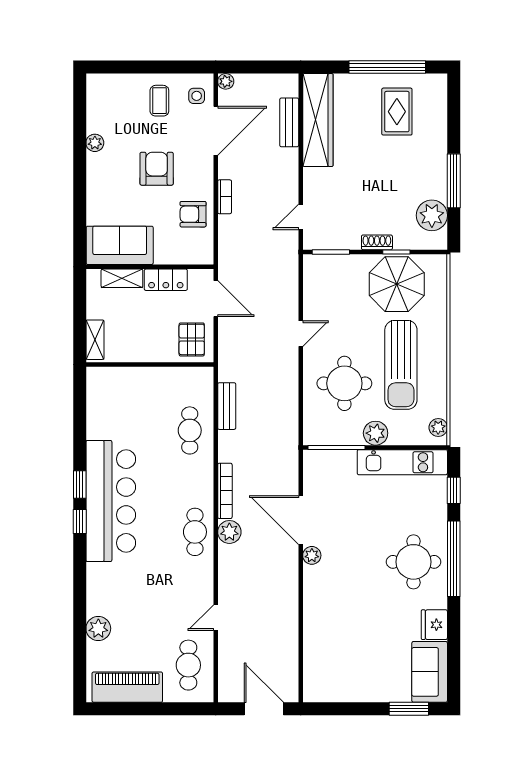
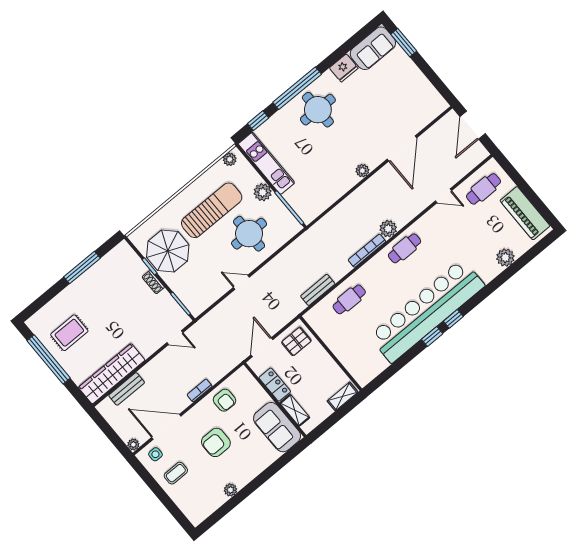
plant: (432, 215) -> (112, 264), removed
bar counter: (111, 501) -> (427, 311), width x1.36
door: (301, 520) -> (402, 149), moved

